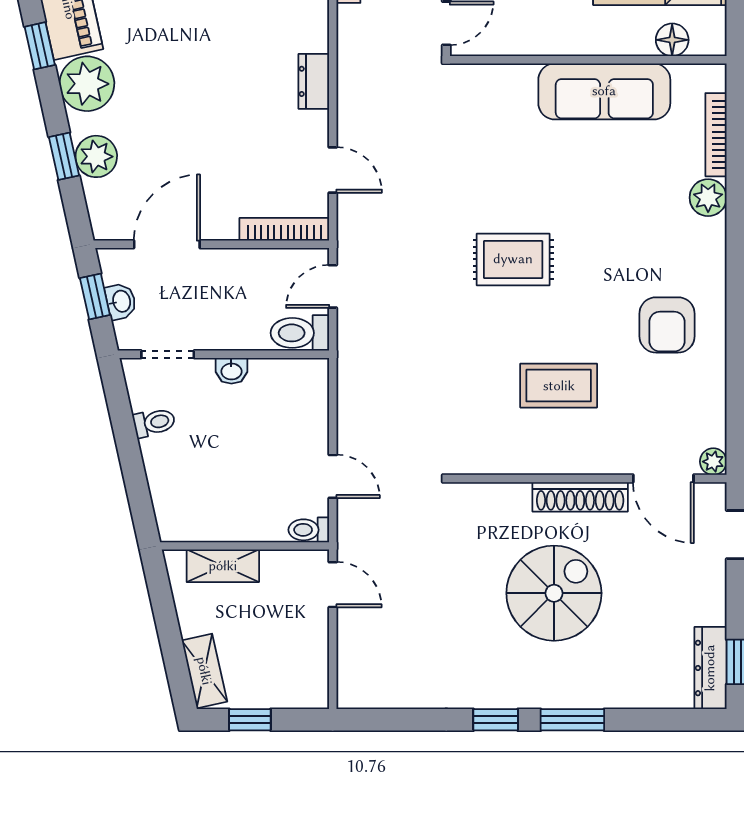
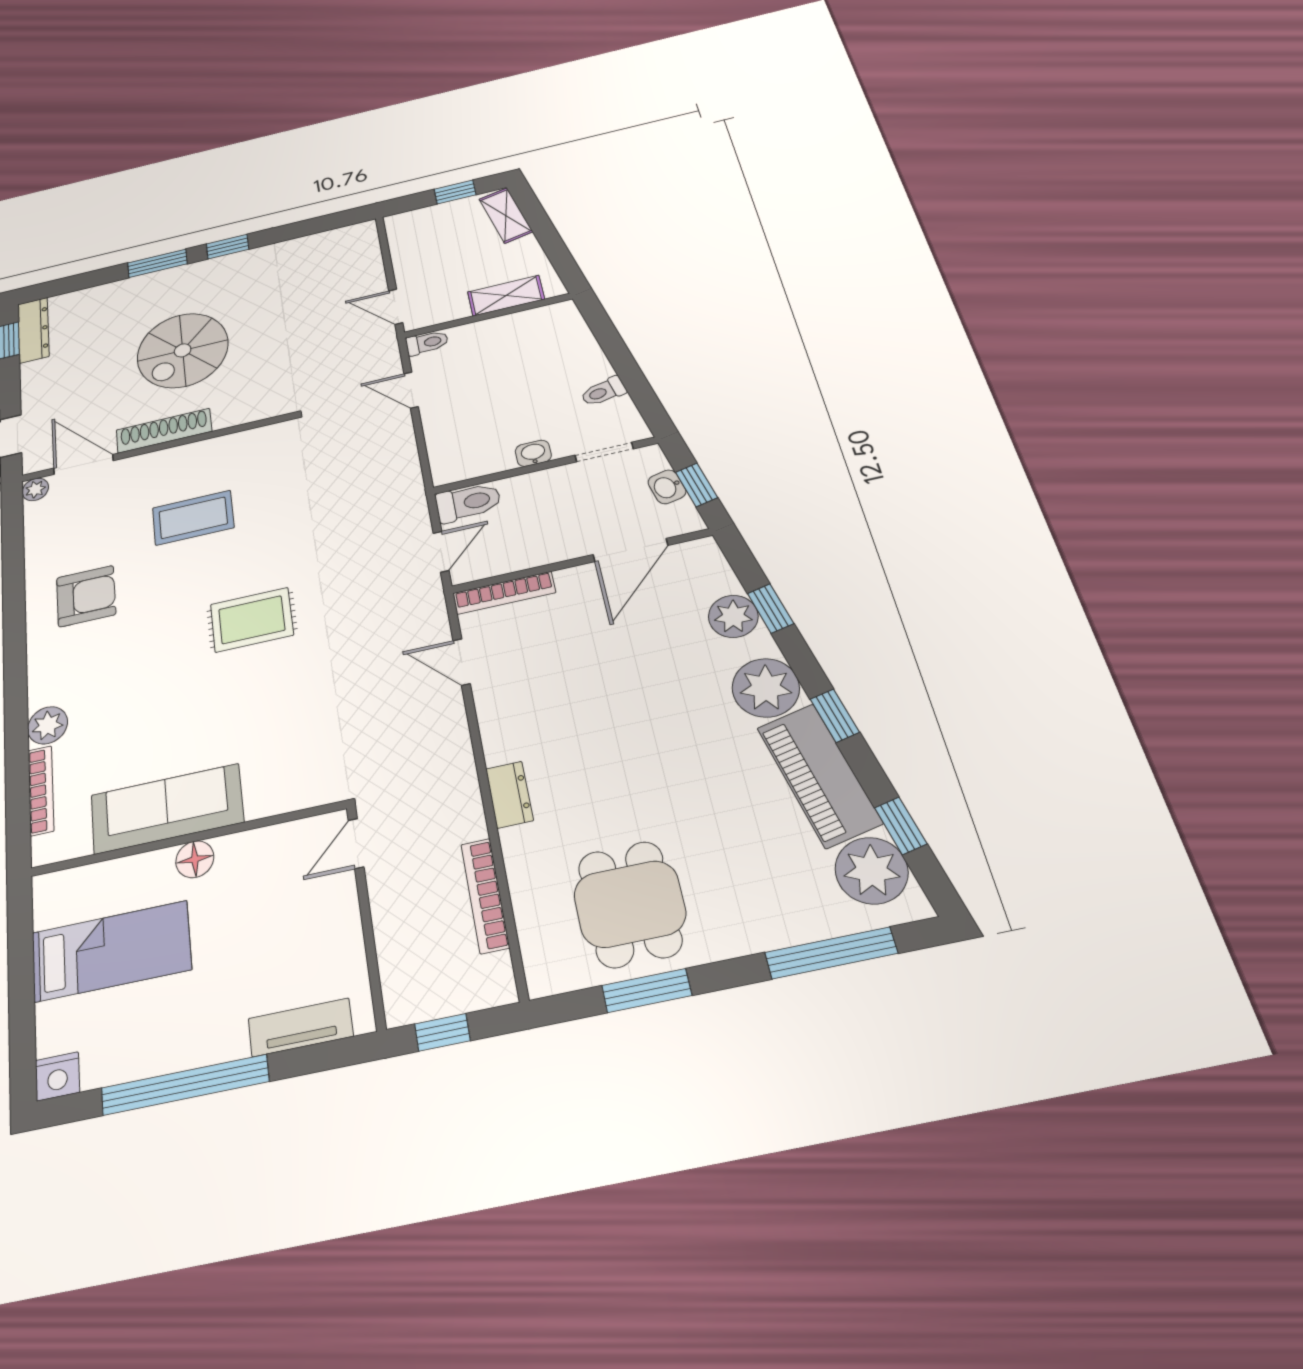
floor lamp: (672, 40) -> (195, 859), moved
dresser: (314, 81) -> (509, 795), moved
armchair: (667, 325) -> (86, 596), turned 90

